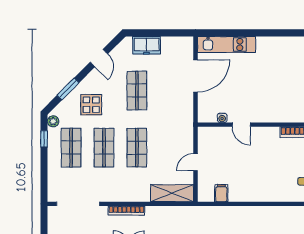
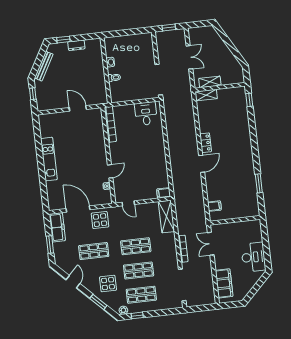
window: (152, 33) -> (50, 245), added
freezer: (147, 45) -> (57, 227), moved, width x1.40
kitchen unit: (226, 45) -> (49, 159), moved
door: (99, 58) -> (73, 282), hinge flipped
display table: (177, 104) -> (100, 220), added
door: (195, 162) -> (128, 203), moved
filing cabinet: (221, 193) -> (164, 193), moved

